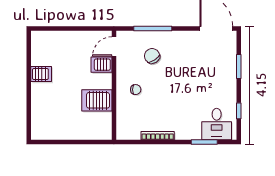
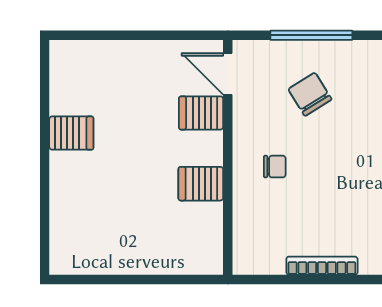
door: (114, 46) -> (228, 74), hinge flipped
server rack: (97, 100) -> (201, 184), width x0.73, depth x0.70

